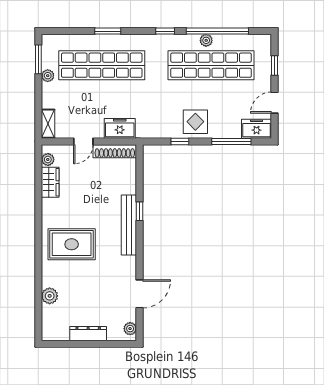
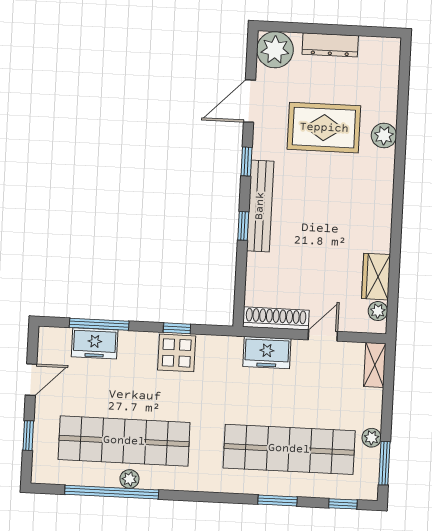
window: (165, 31) -> (343, 504), moved
display table: (195, 122) -> (177, 353), moved
freezer: (257, 129) -> (95, 343), moved
rug: (72, 244) -> (324, 128), moved
window: (140, 254) -> (246, 162), added
plant: (50, 296) -> (384, 136), moved
plant: (130, 329) -> (275, 50), width x1.87, depth x1.87

